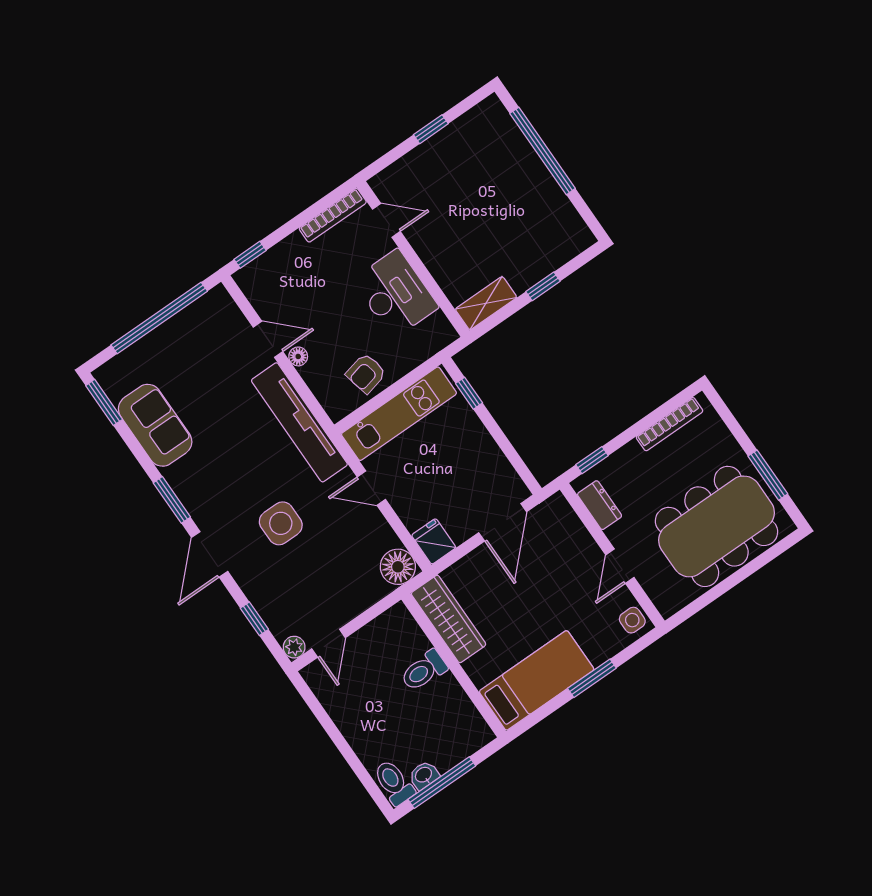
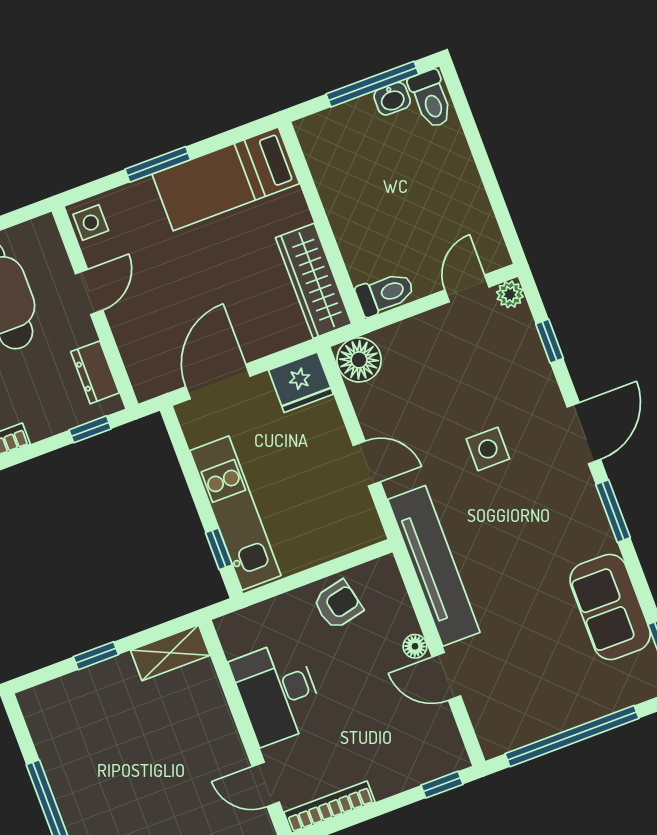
kitchen unit: (399, 414) -> (235, 513), moved, turned 90
side table: (281, 523) -> (488, 449), width x0.73, depth x0.73
fridge: (434, 541) -> (301, 382), width x1.38
toilet: (424, 671) -> (385, 294), moved

